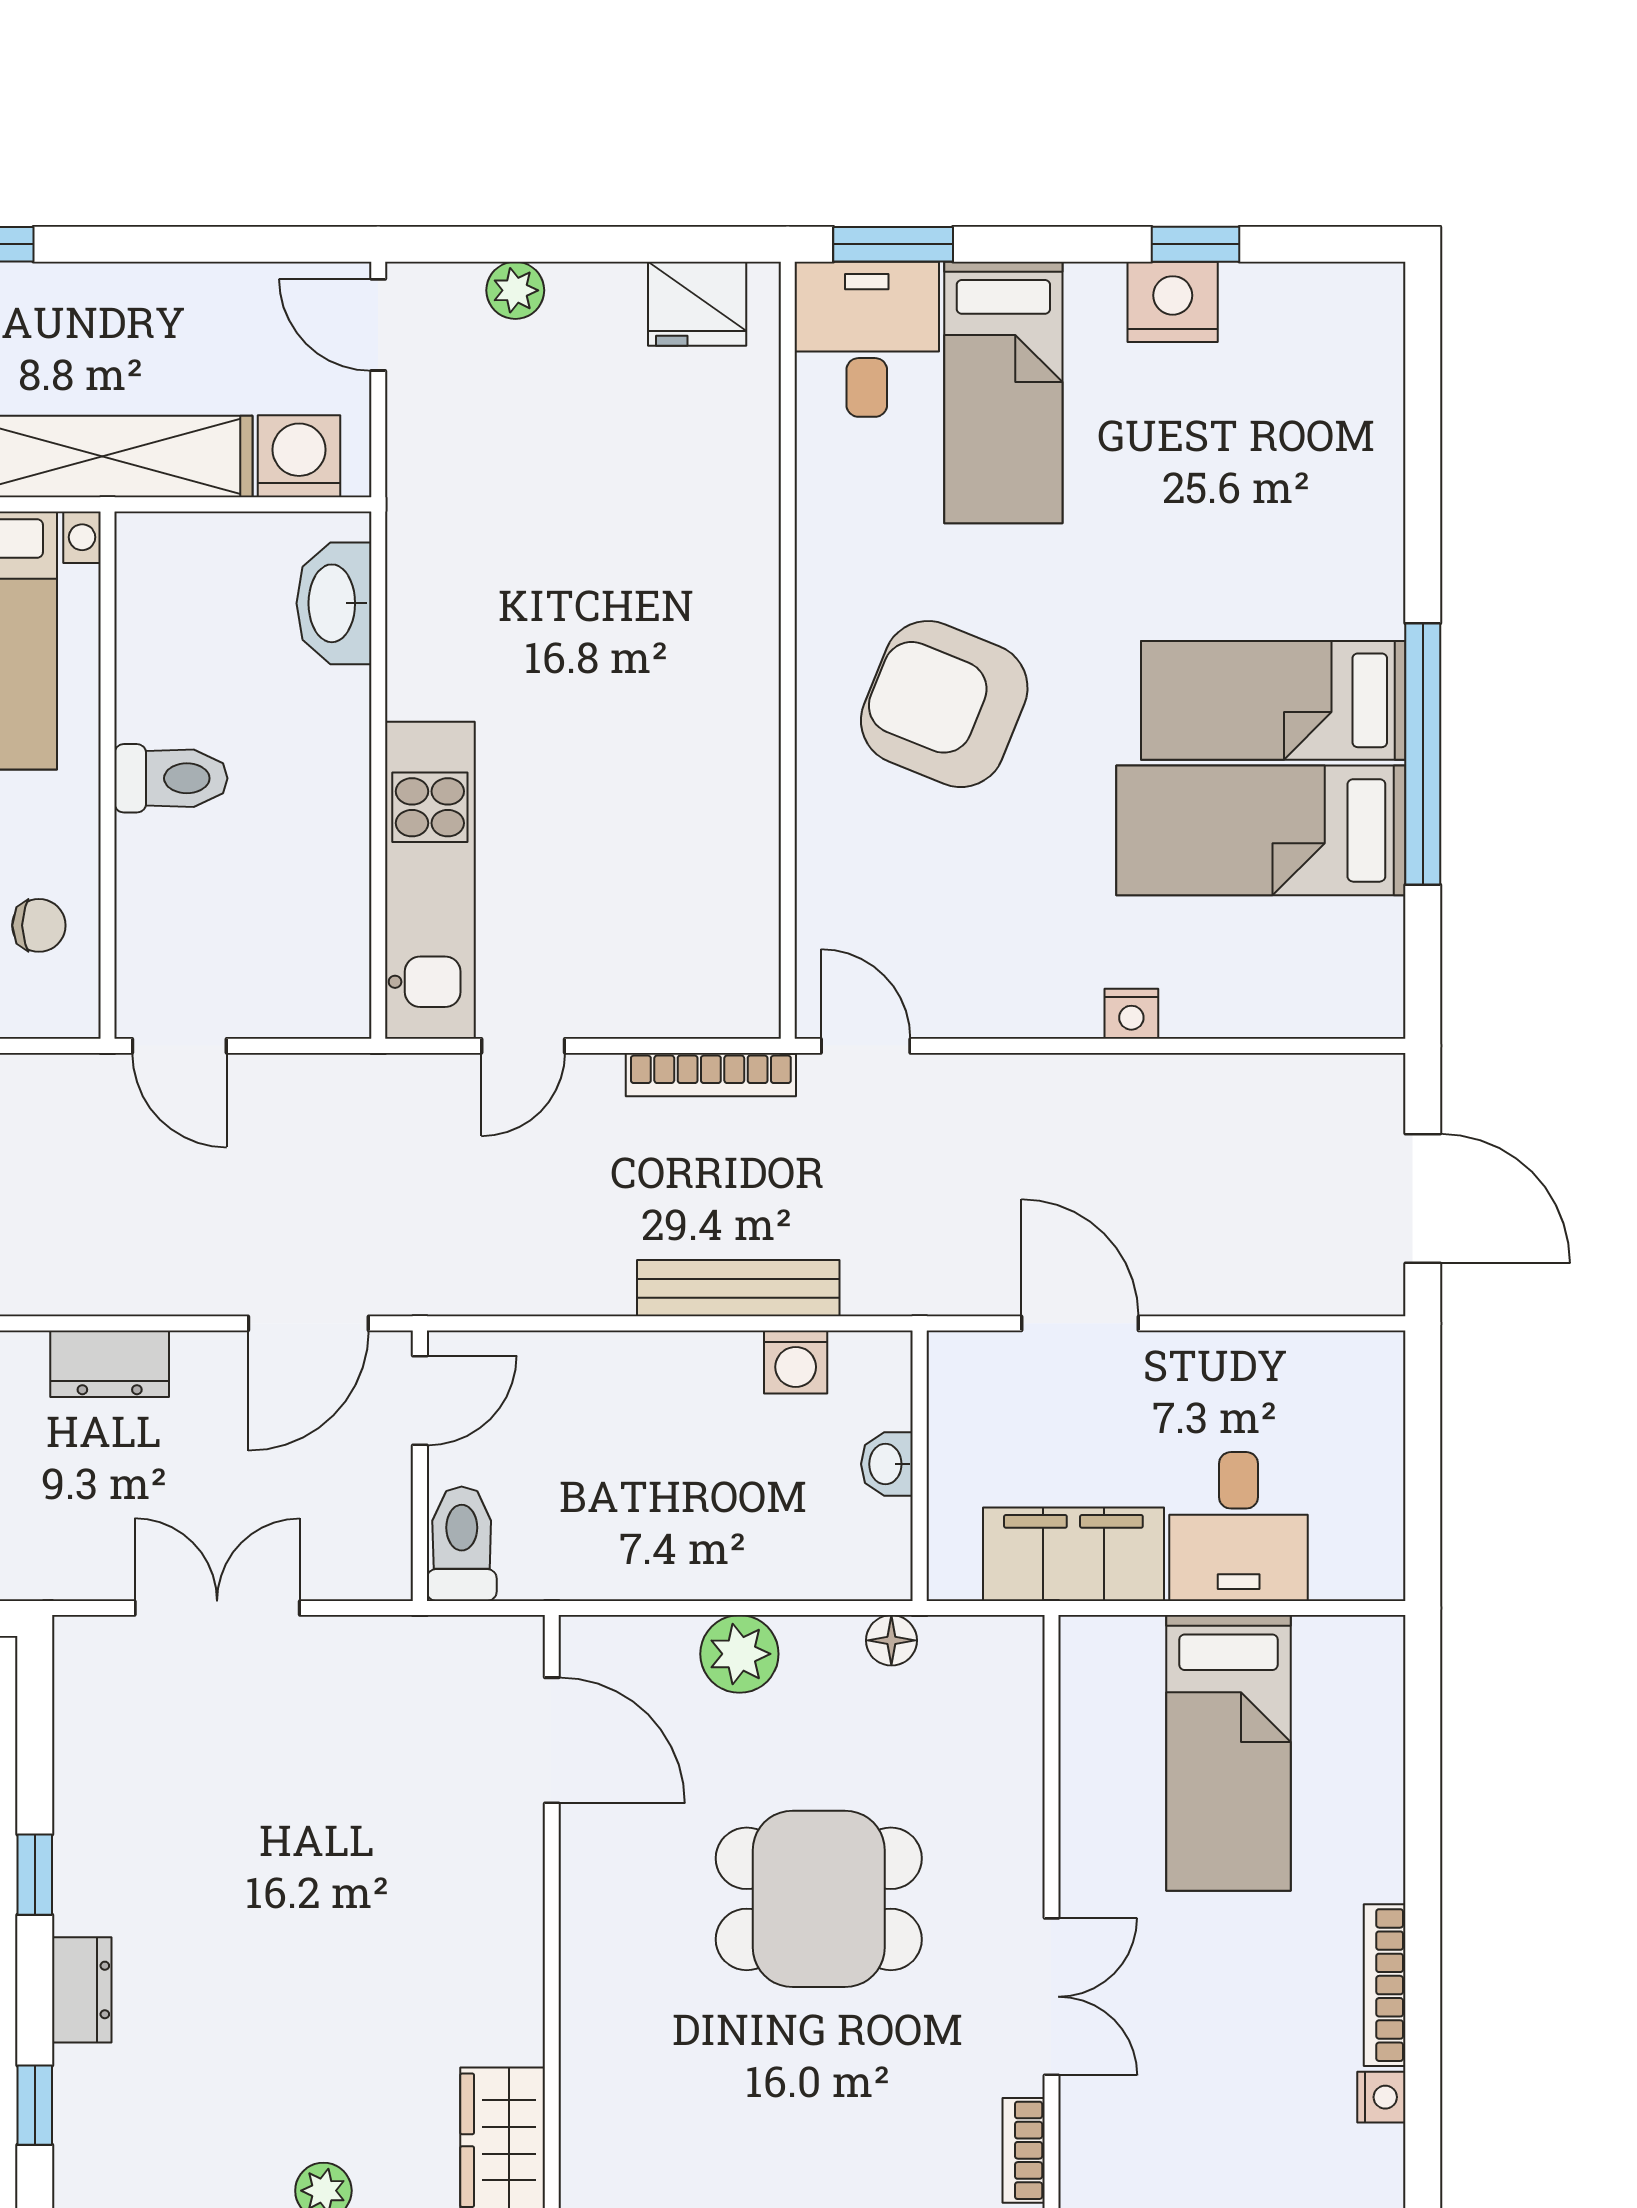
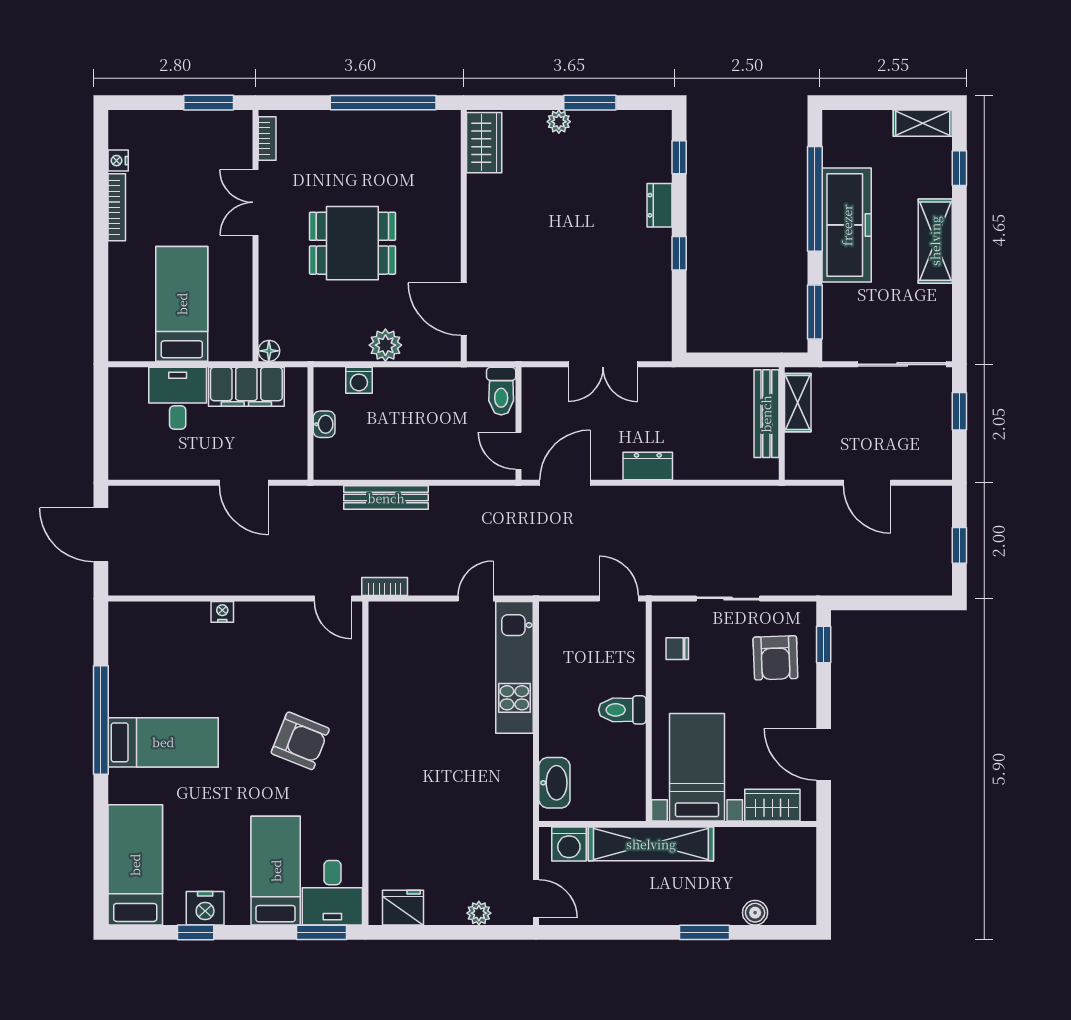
armchair: (944, 704) -> (300, 741), width x0.73, depth x0.73
bed: (1261, 830) -> (135, 865), moved, turned -90
bookcase: (711, 1075) -> (385, 586), width x0.64
washing machine: (796, 1362) -> (359, 380), moved, turned 180
door: (420, 1400) -> (519, 451), hinge flipped
floor lamp: (891, 1640) -> (269, 351), moved

